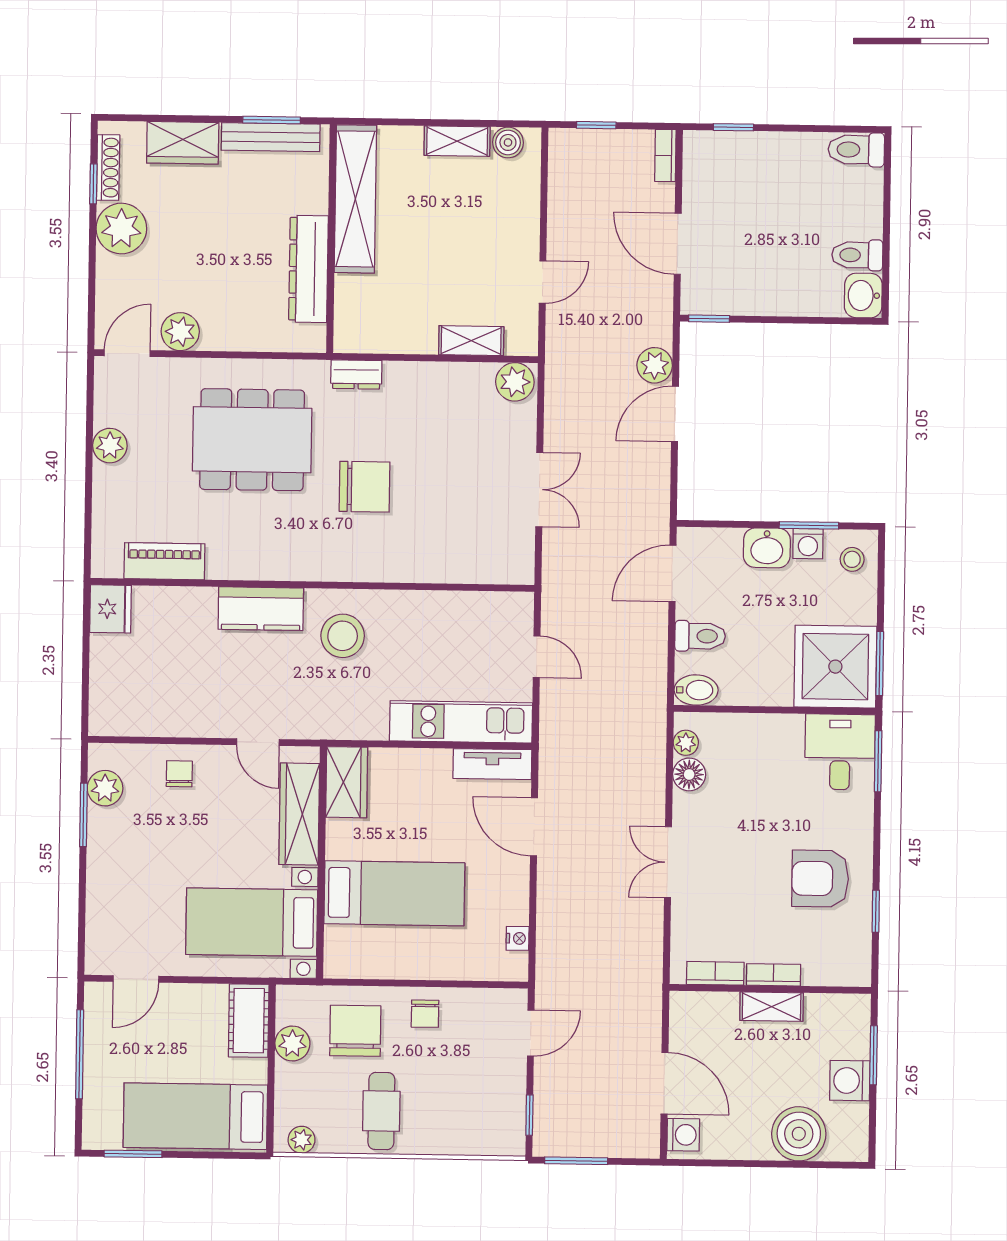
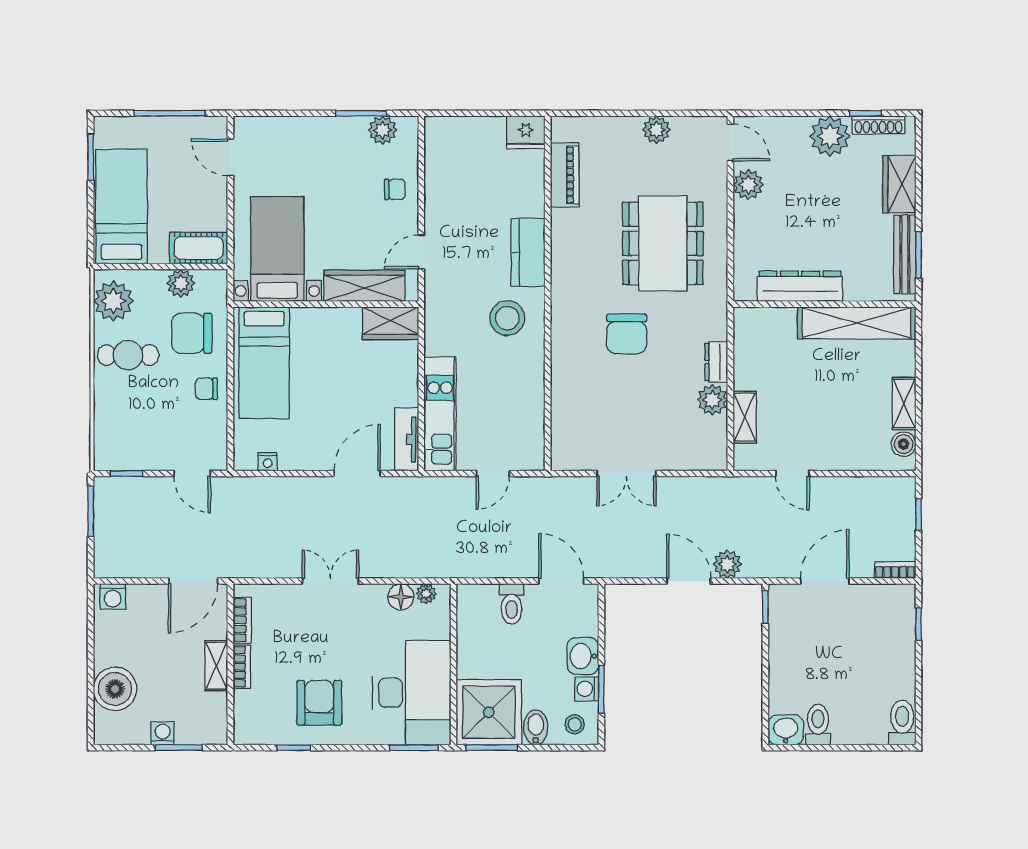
dresser: (356, 374) -> (716, 362), moved
plant: (515, 382) -> (712, 400), moved
bidet: (696, 690) -> (536, 727), moved, turned 180
desk: (840, 752) -> (412, 693), width x1.87, depth x1.30
bed: (394, 893) -> (264, 363), moved
chair: (355, 1031) -> (192, 333), turned 180
washing machine: (850, 1081) -> (163, 733), width x0.73, depth x0.73
door: (665, 1083) -> (193, 581), moved
plant: (302, 1140) -> (113, 301), width x1.88, depth x1.88

